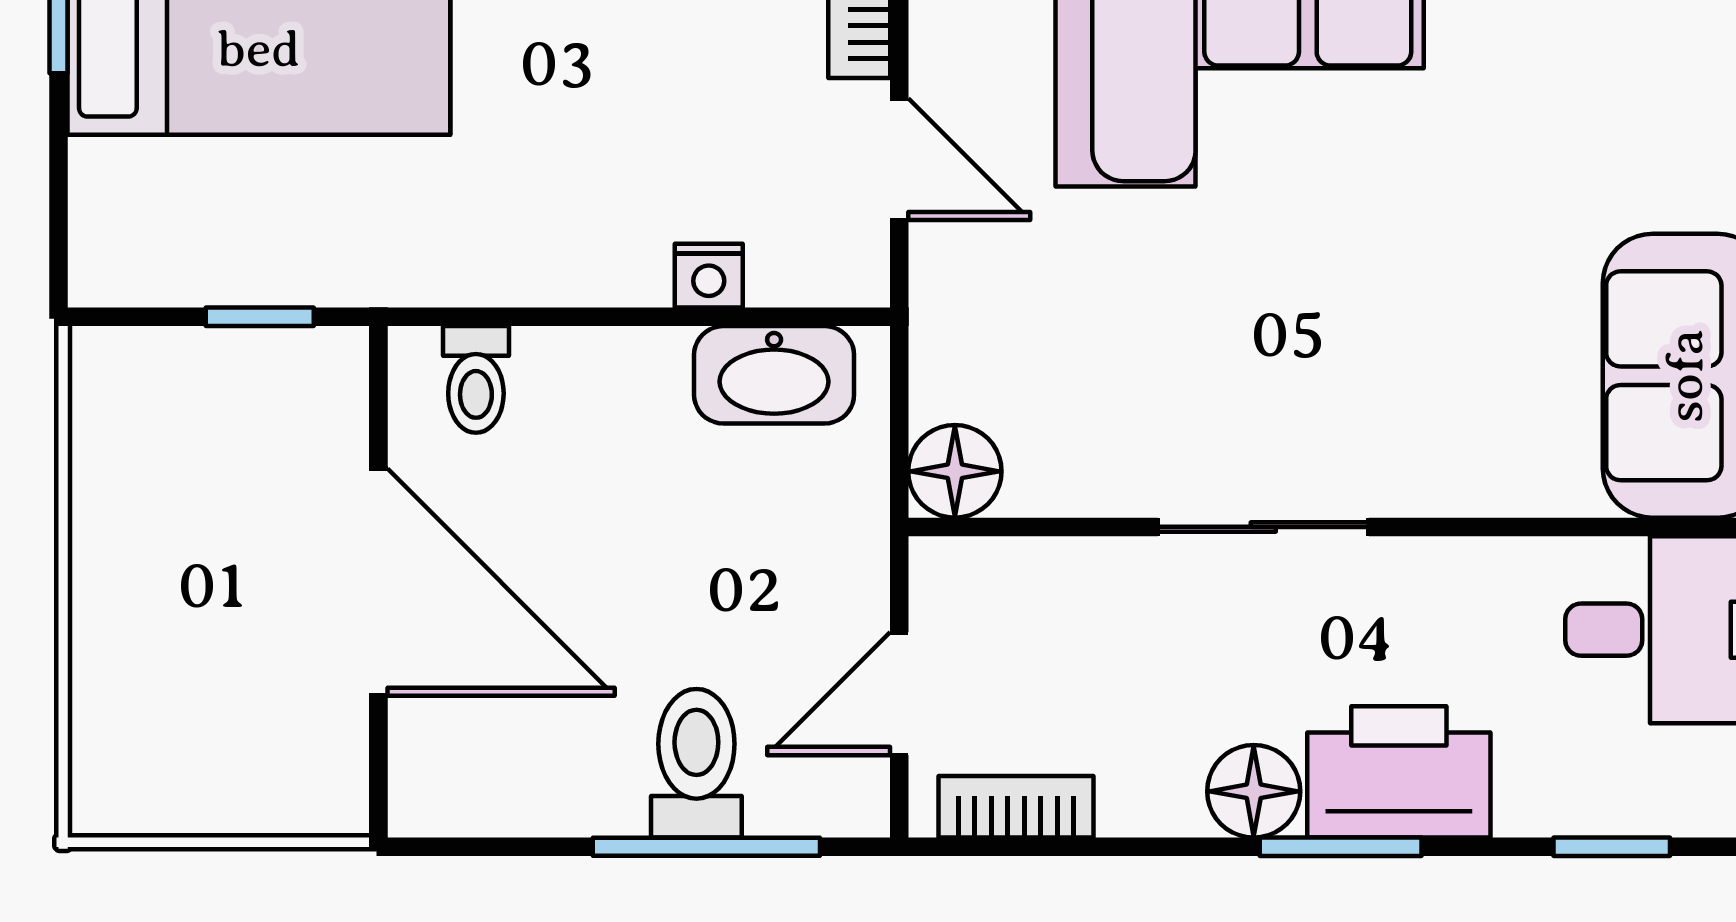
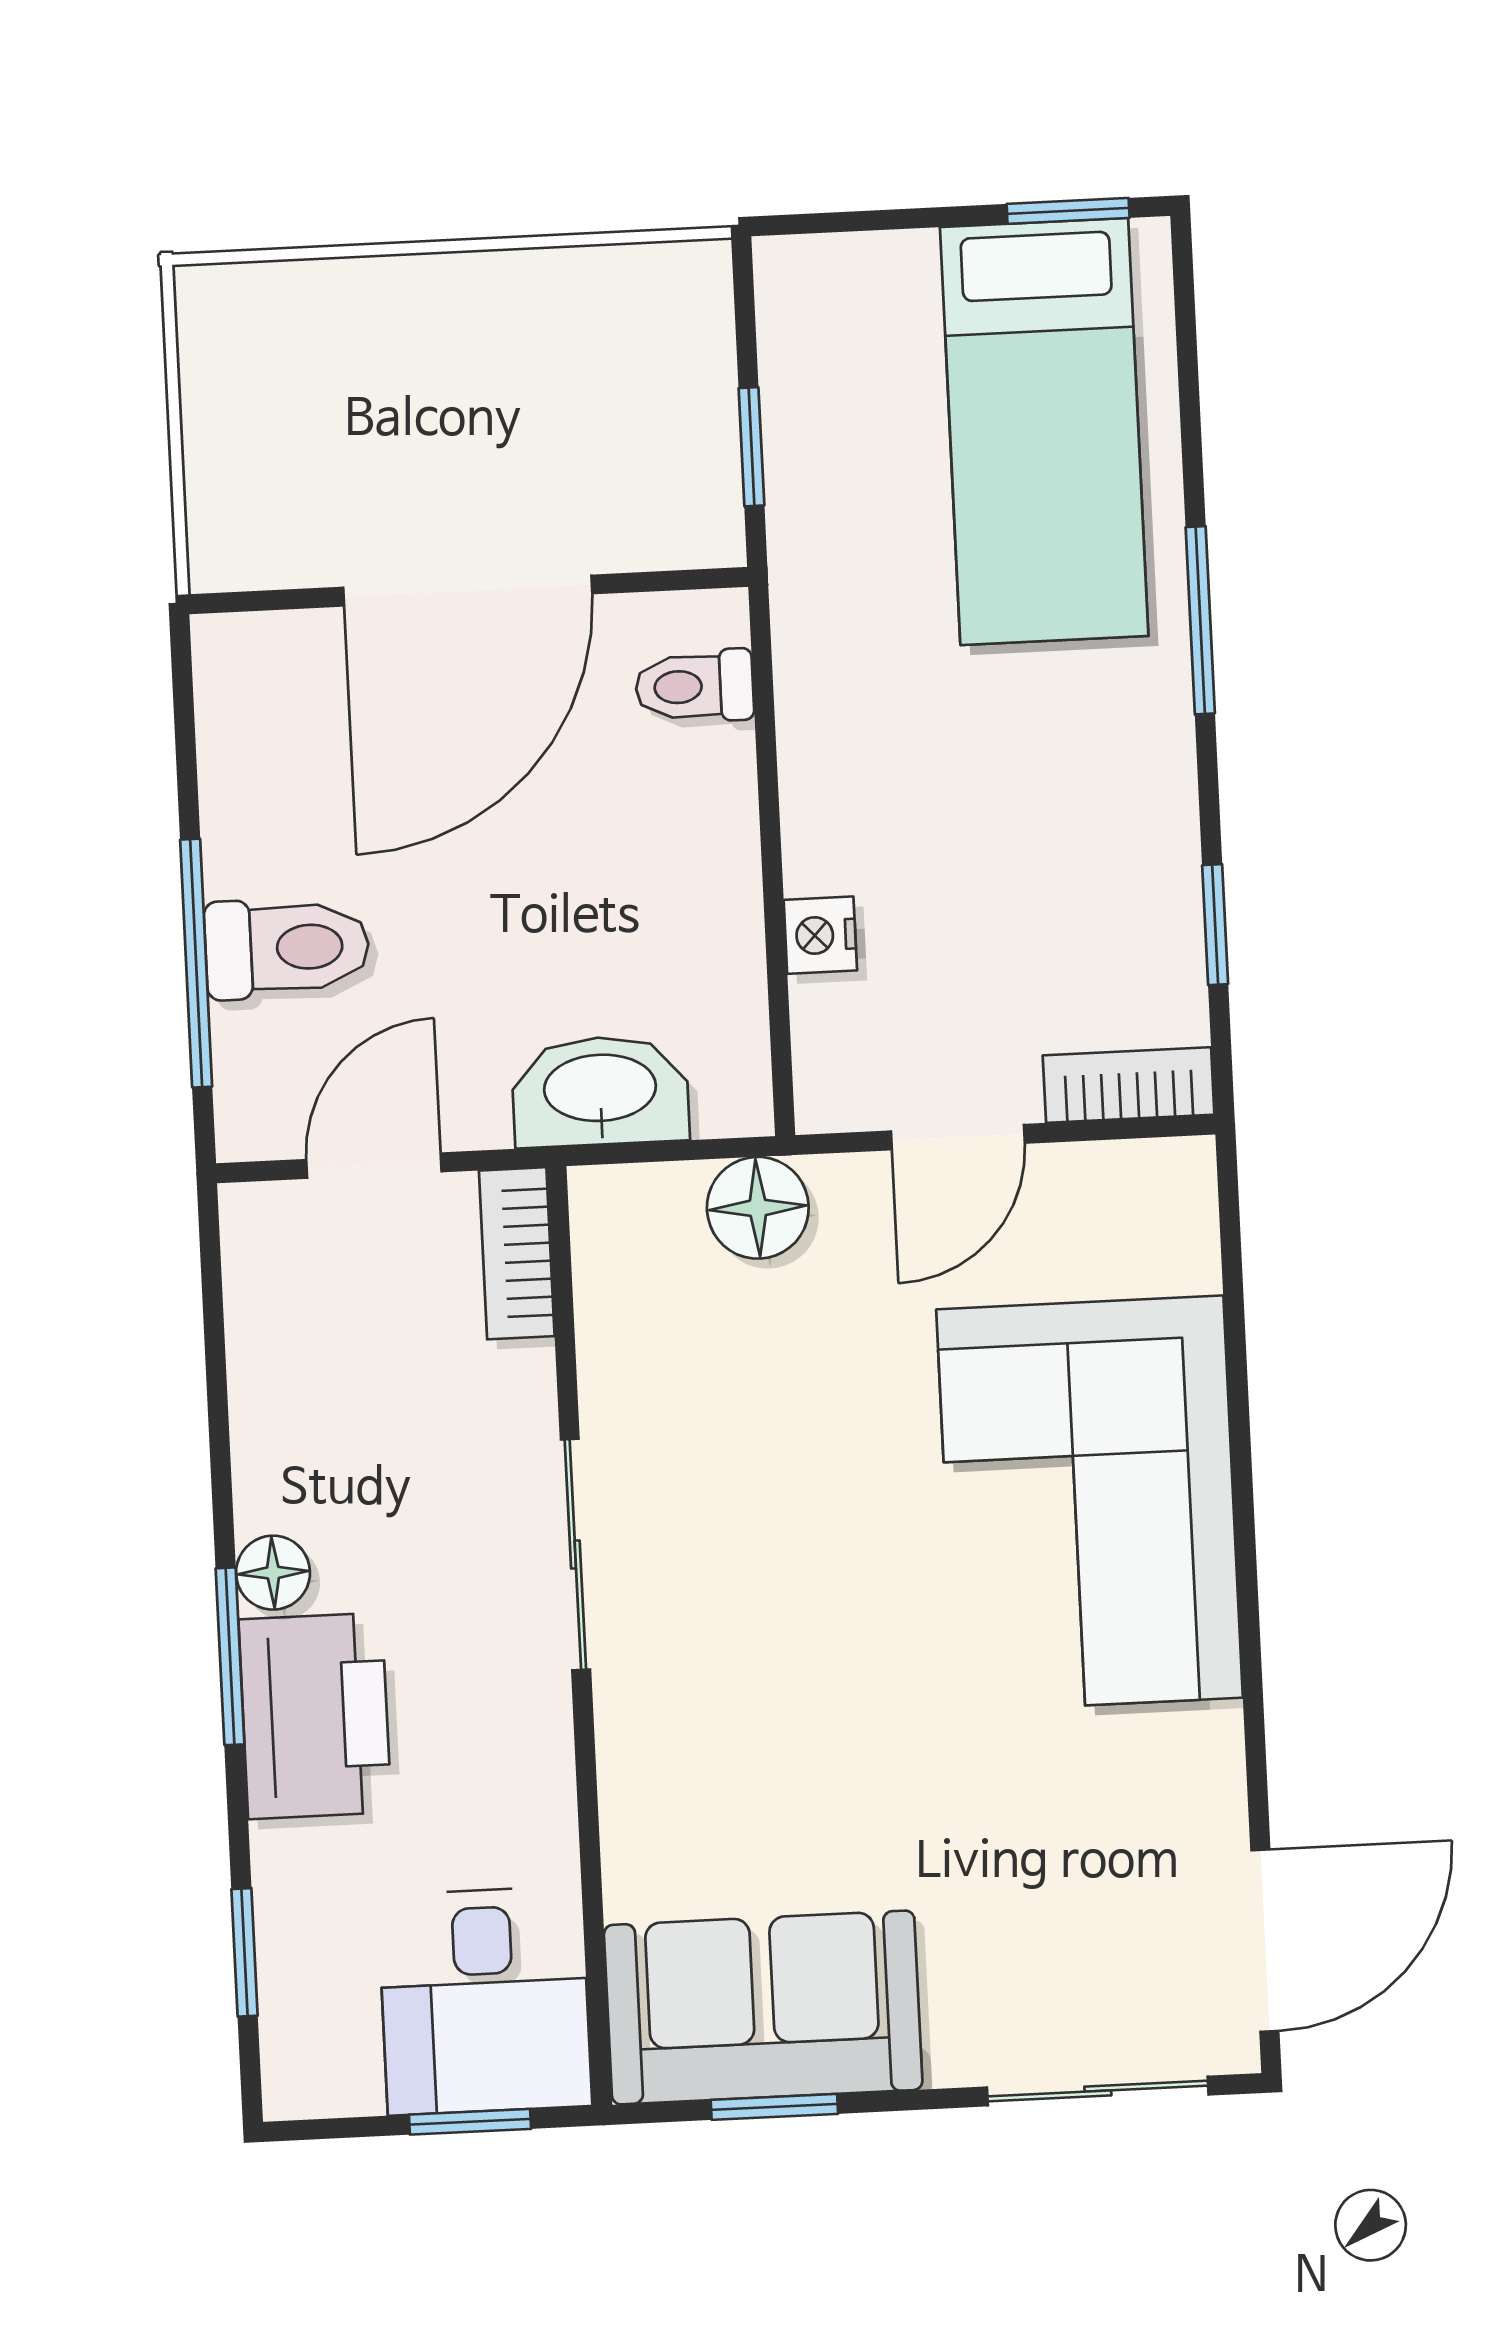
washbasin: (774, 375) -> (600, 1091), moved, turned 90
floor lamp: (955, 471) -> (758, 1208), moved
door: (899, 694) -> (374, 1166), hinge flipped
floor lamp: (1254, 791) -> (273, 1573), width x0.73, depth x0.73
bookcase: (1016, 807) -> (517, 1253), moved, turned 180

